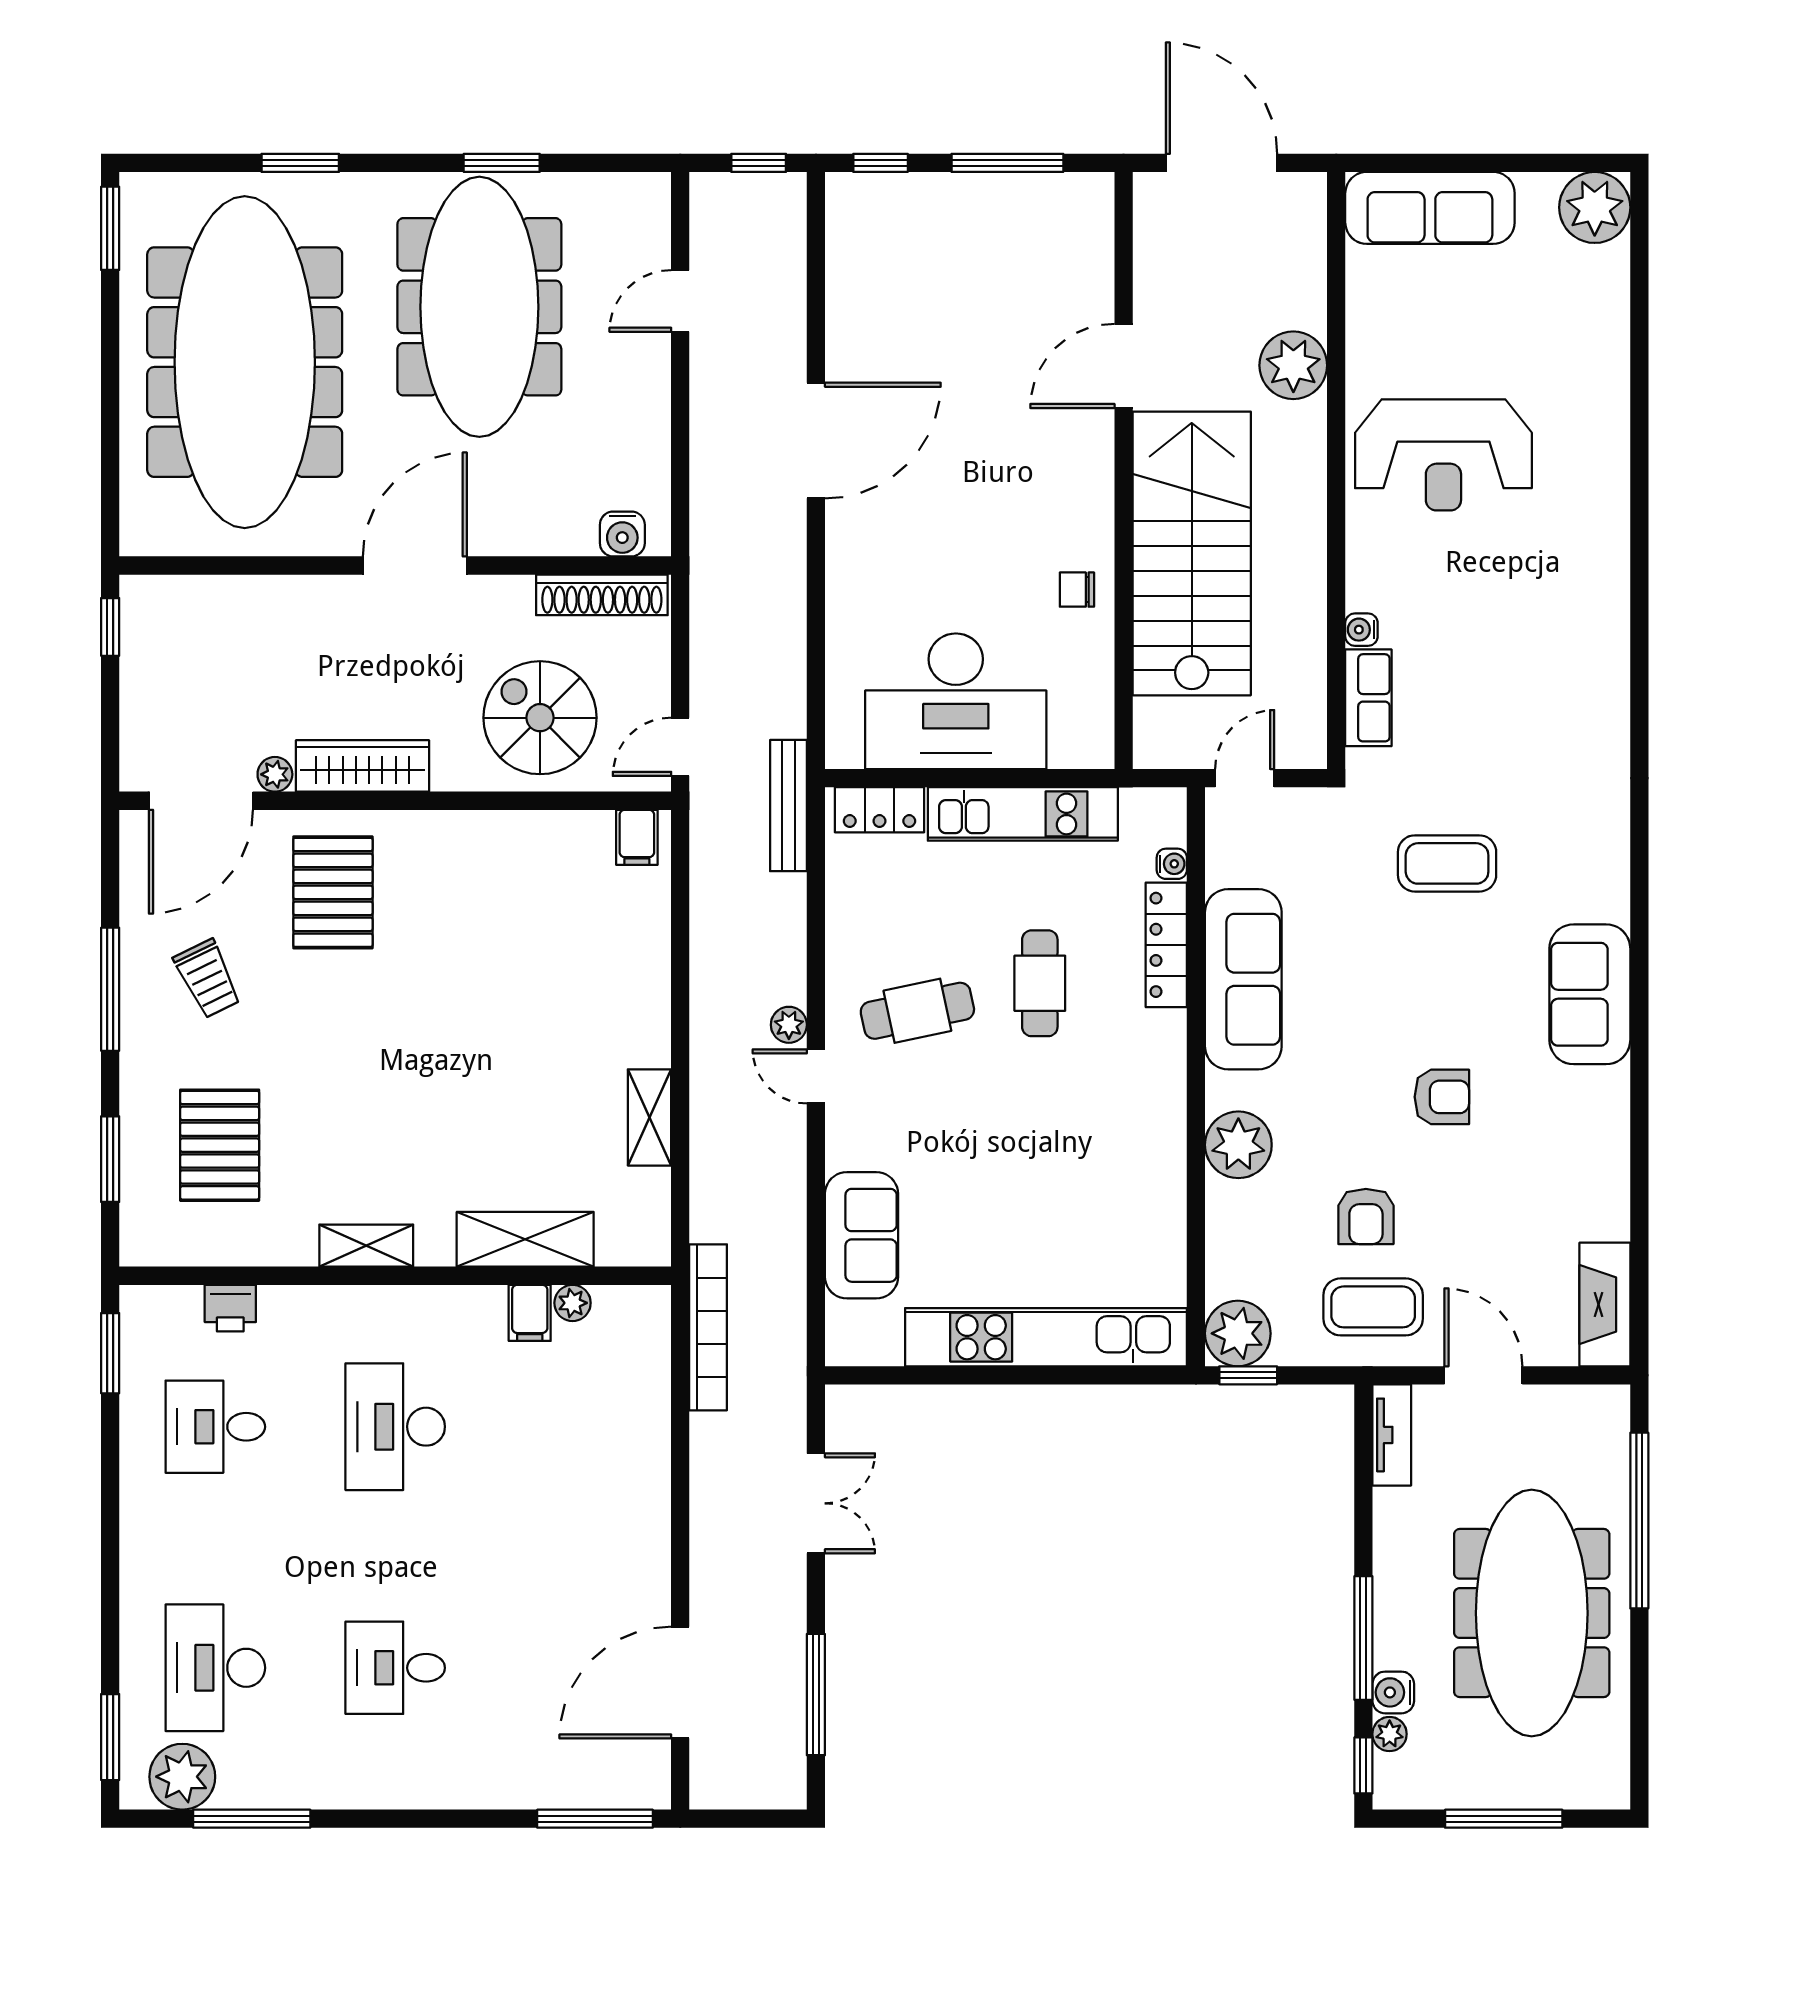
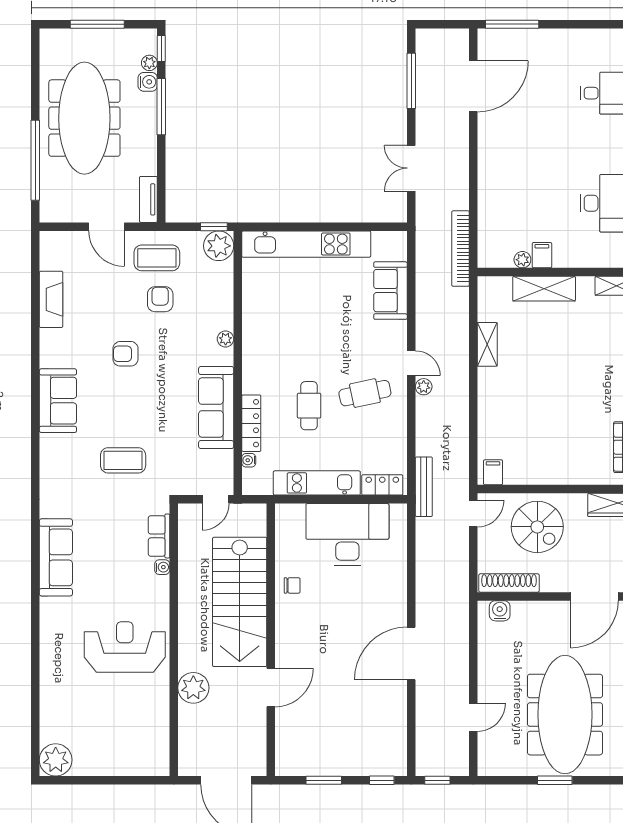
window: (1007, 163) -> (324, 780), width x0.69
sofa: (1430, 208) -> (56, 557), moved, turned 90
plant: (1238, 1145) -> (226, 339), width x0.53, depth x0.53
fireplace: (1605, 1304) -> (51, 299), moved

